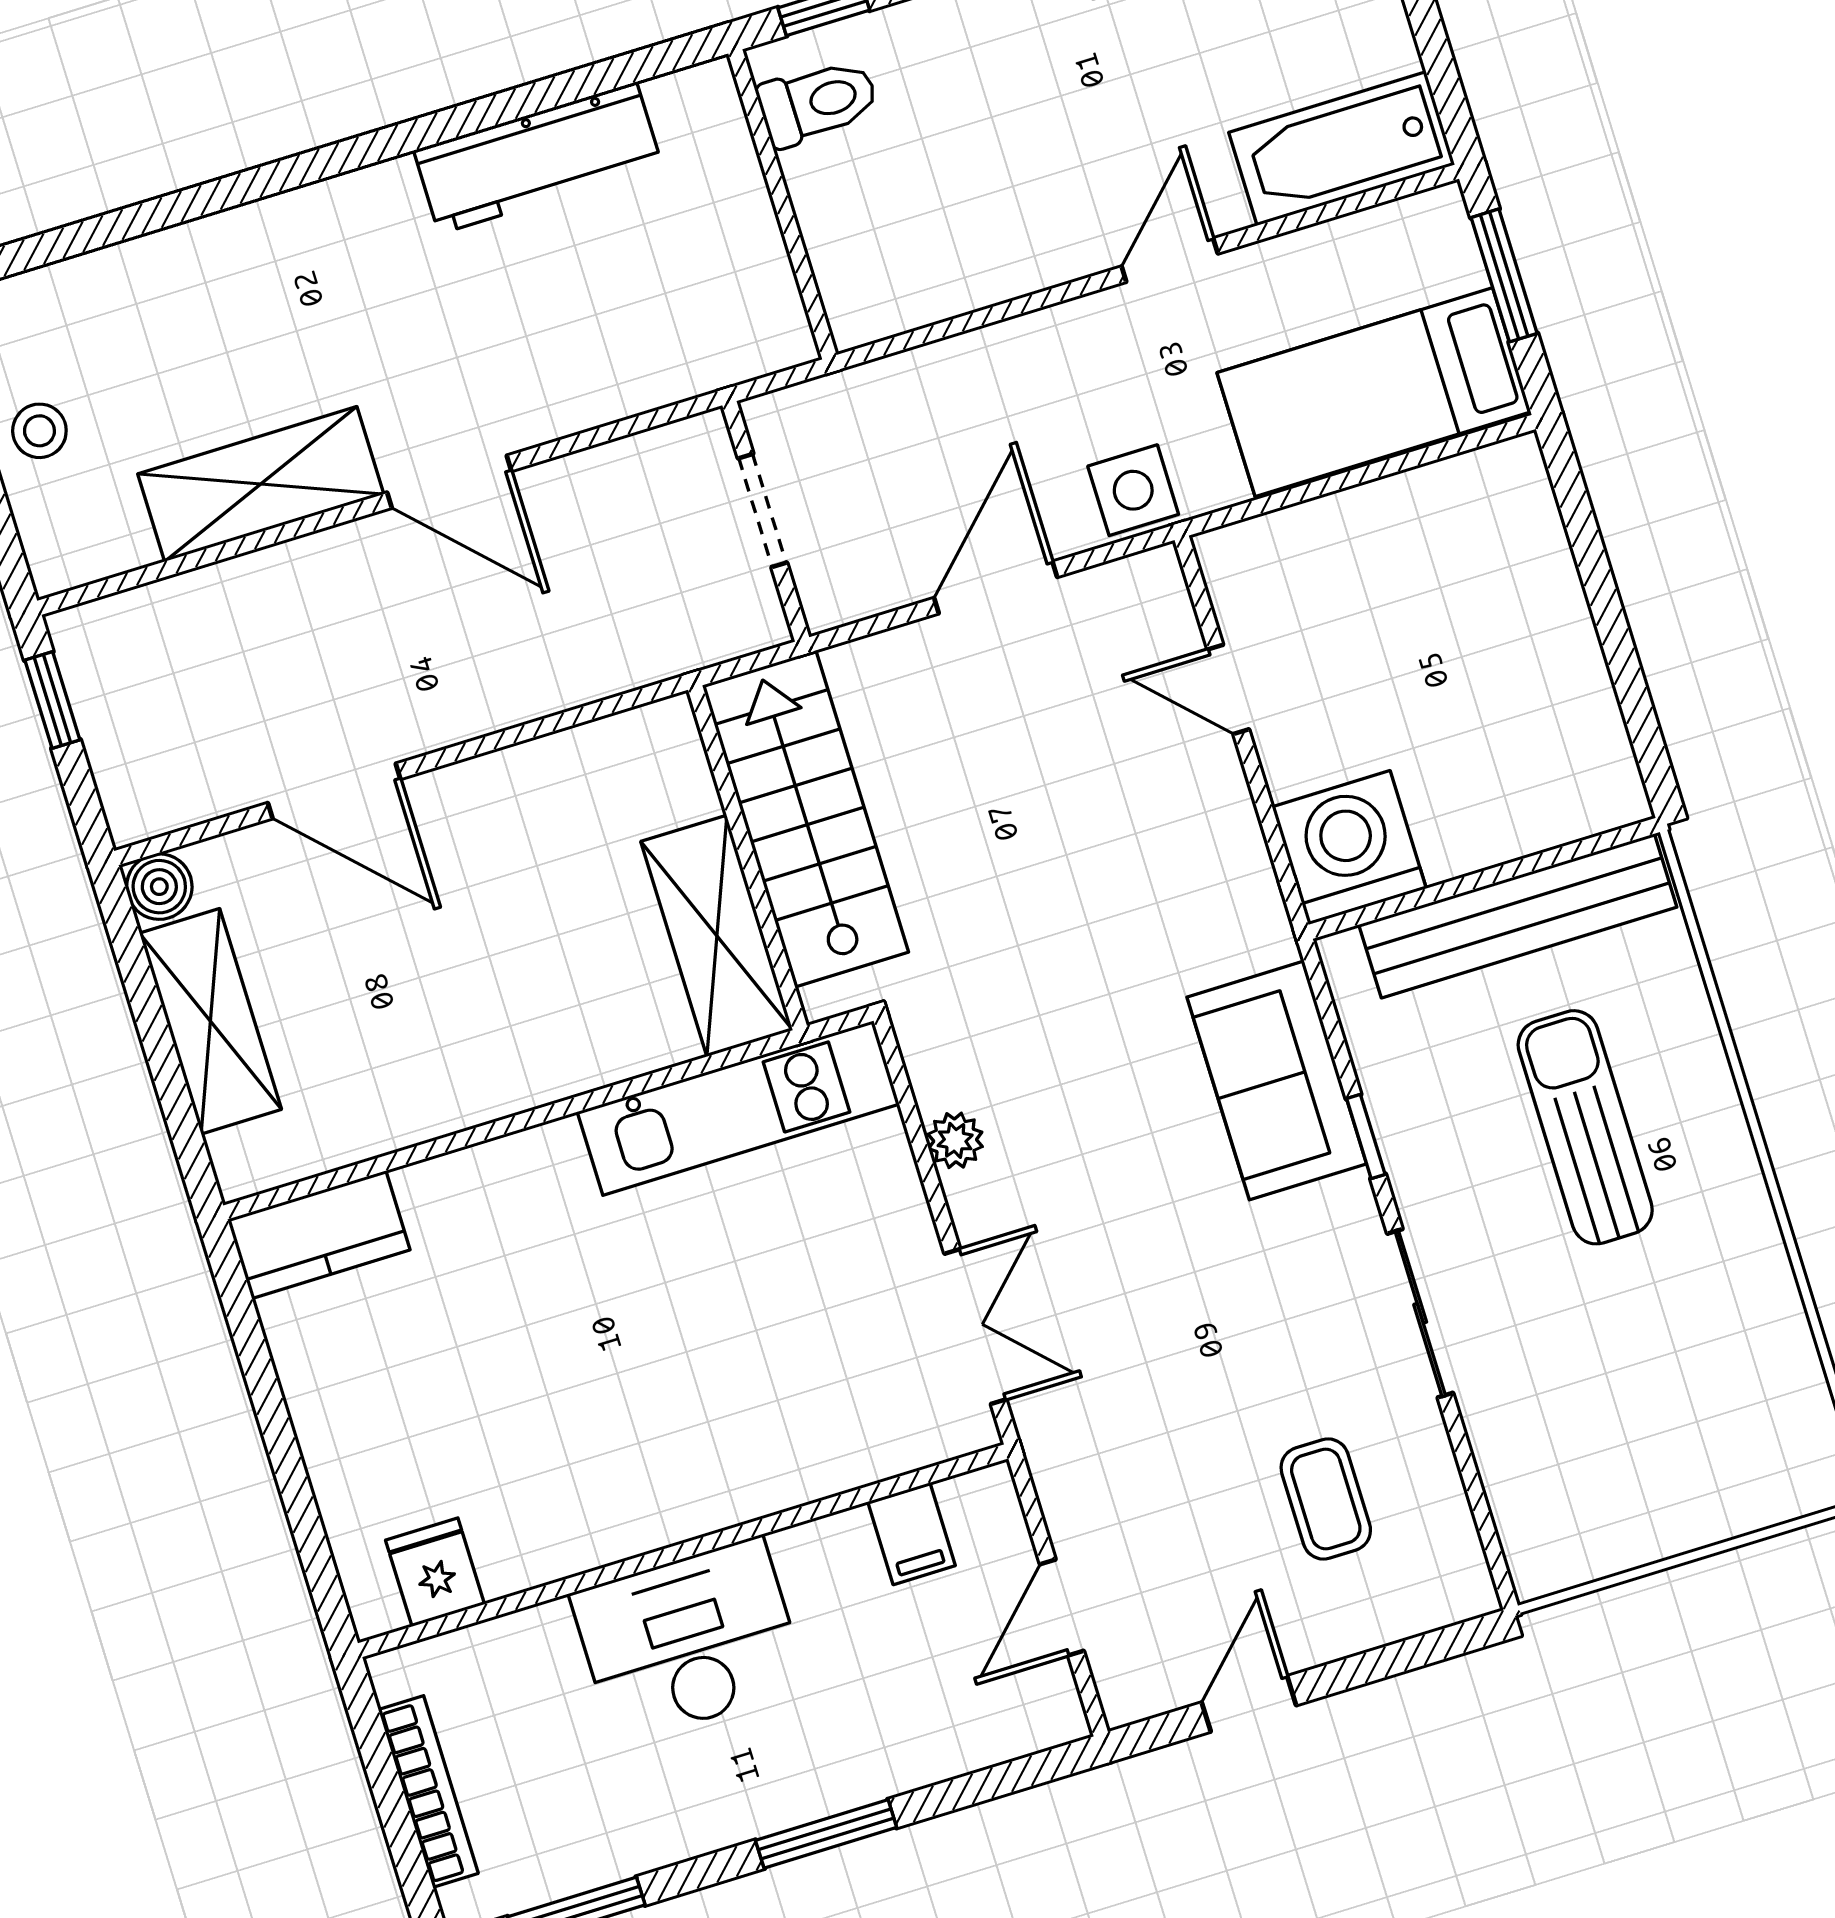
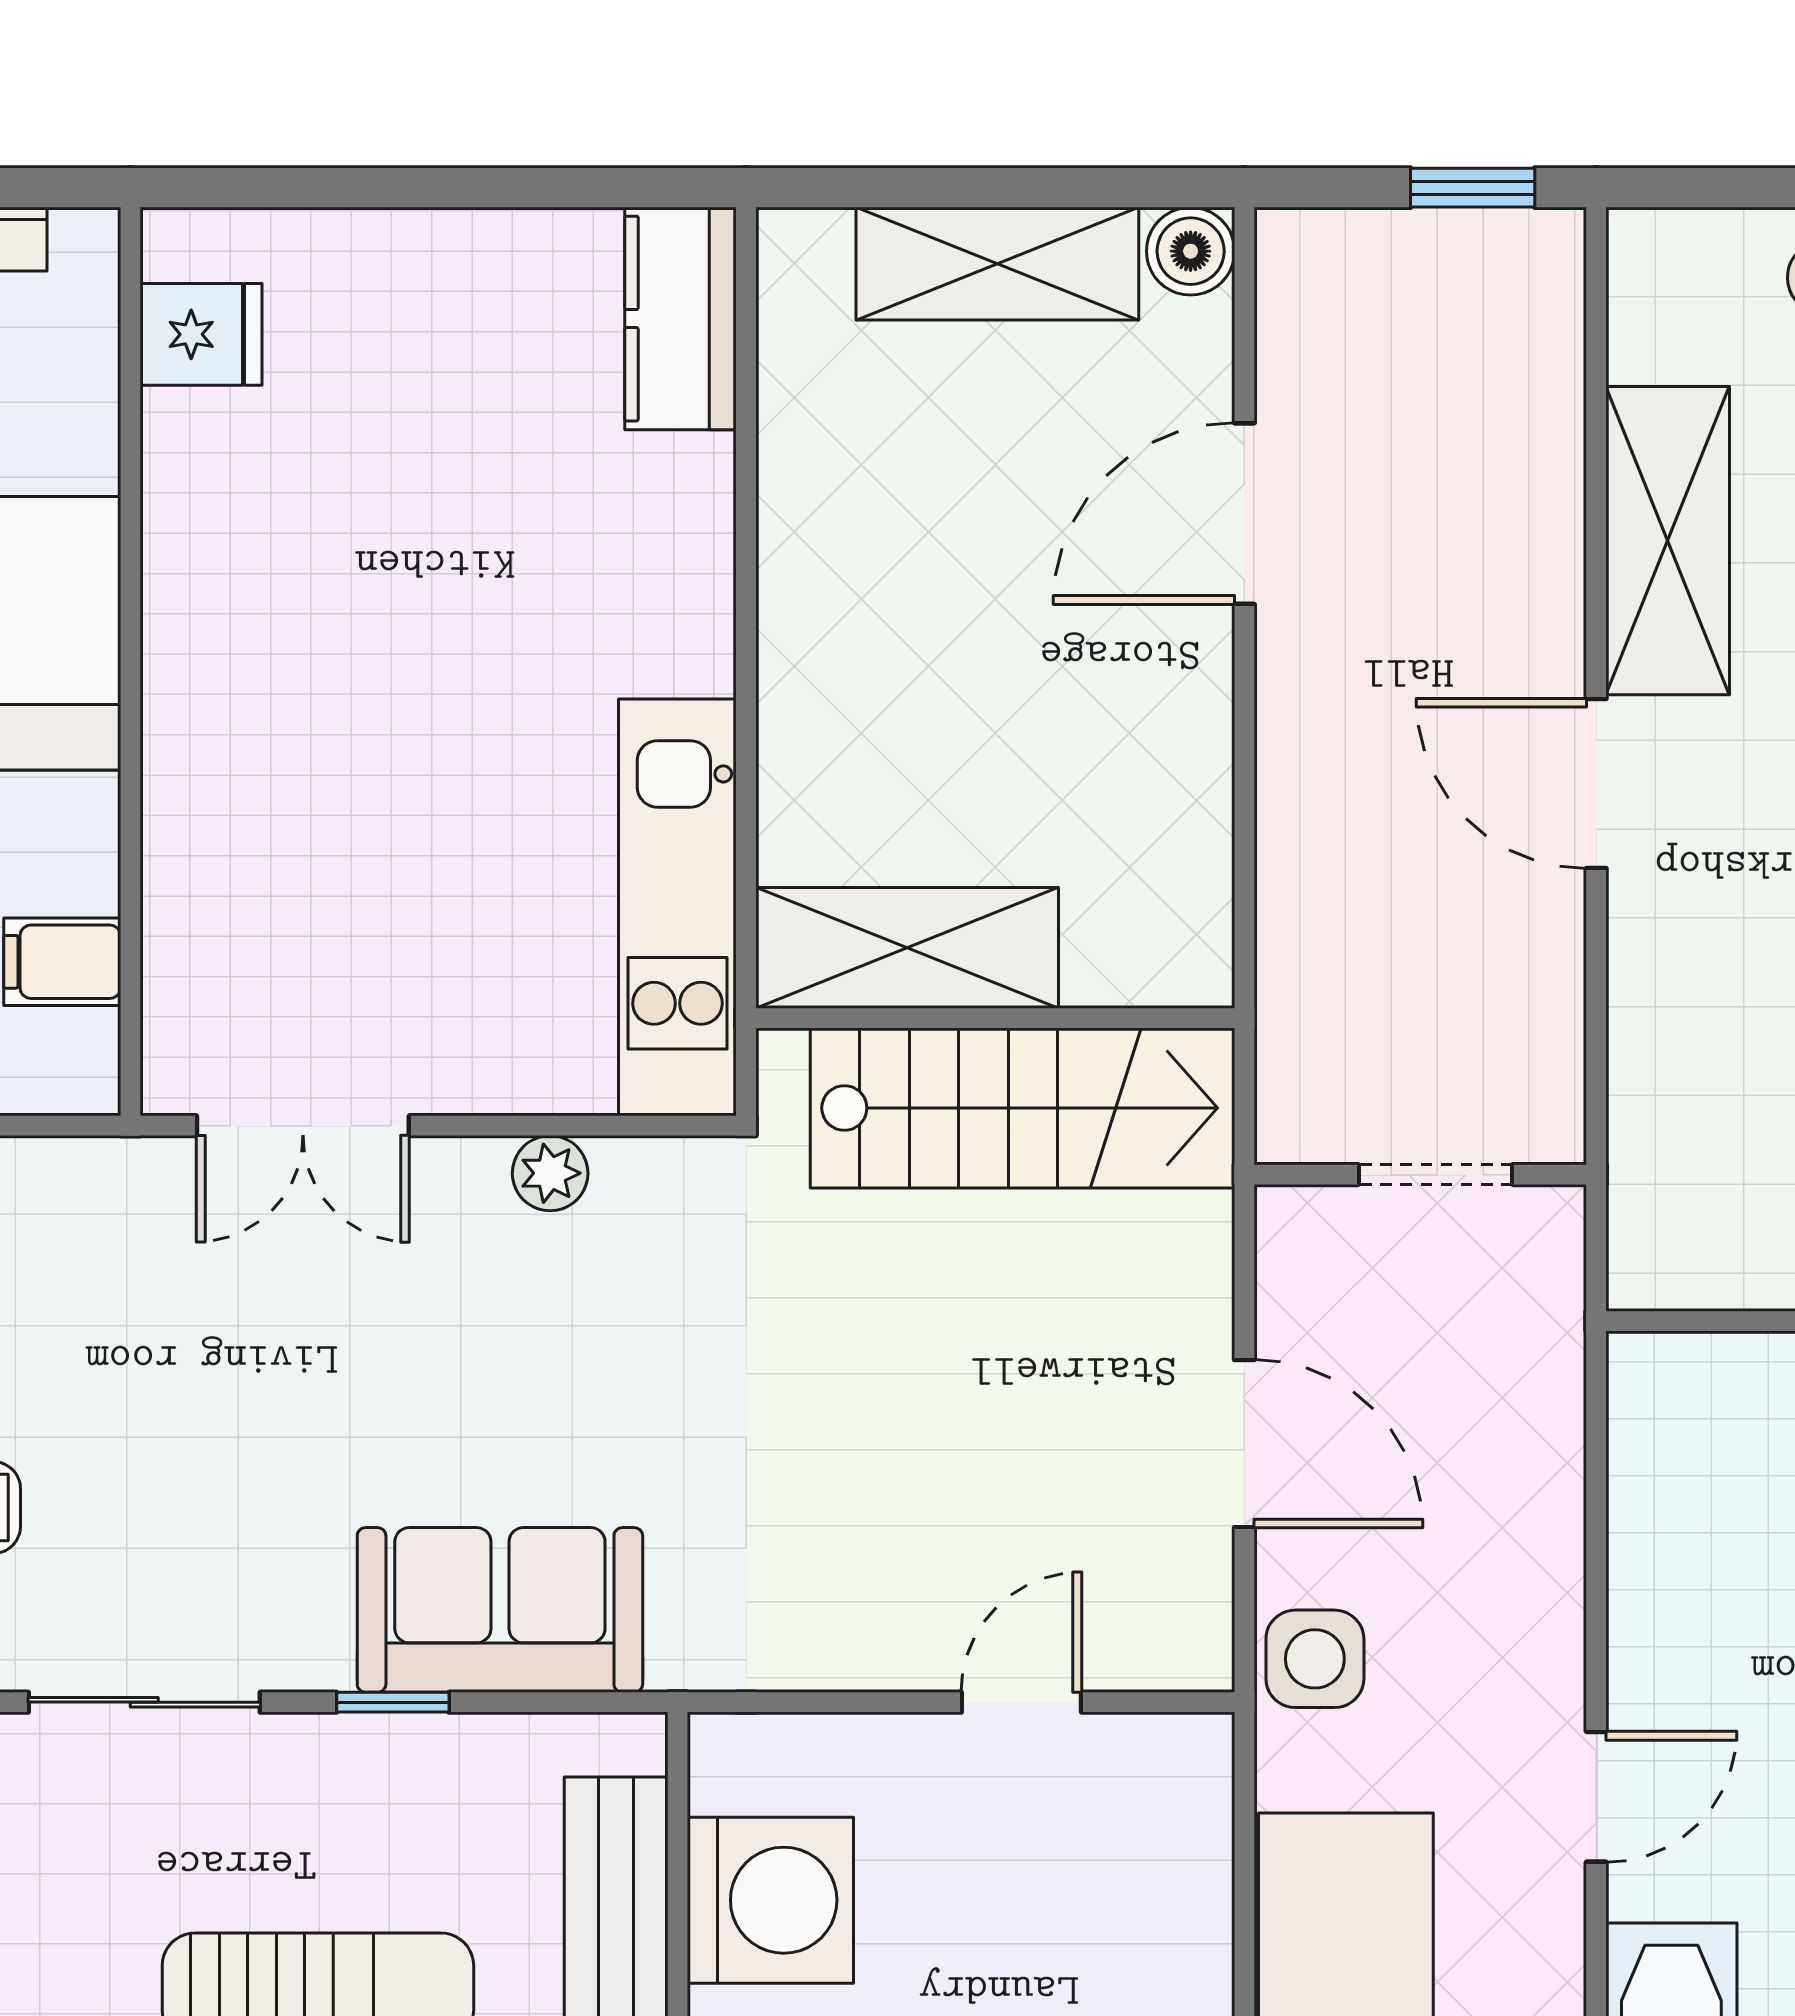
door: (1170, 260) -> (1596, 1797), hinge flipped
door: (449, 482) -> (1596, 784), hinge flipped
washing machine: (1349, 848) -> (770, 1900), moved

